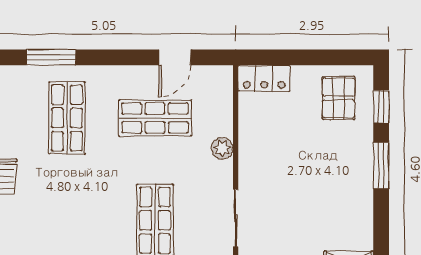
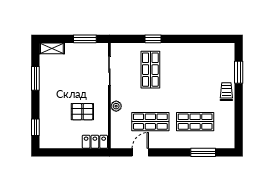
pallet: (339, 98) -> (82, 112), moved, turned 90
shop shelf: (67, 118) -> (195, 122), turned 90
window: (381, 166) -> (35, 78), moved

